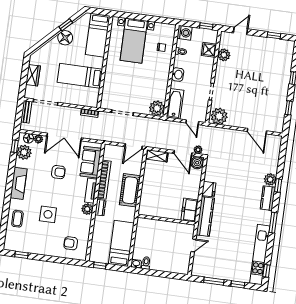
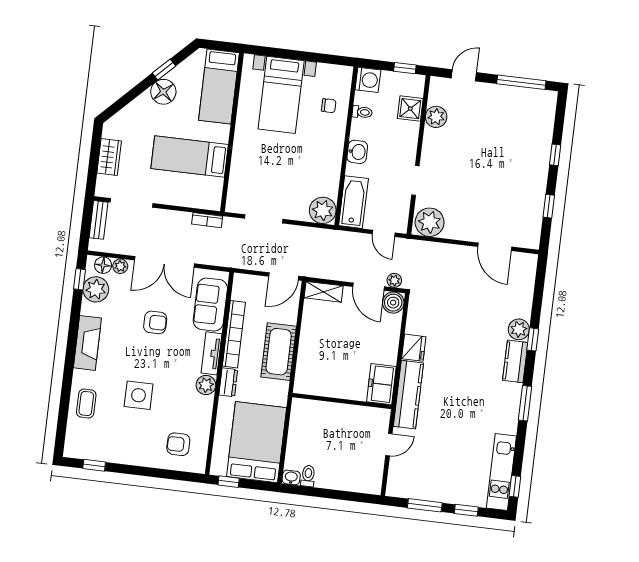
window: (274, 35) -> (521, 82), width x2.17
bed: (121, 243) -> (257, 442), width x1.50
kitchen unit: (260, 255) -> (501, 472), width x0.73

